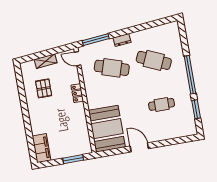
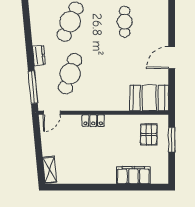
shelving: (46, 61) -> (50, 170), moved
pallet: (44, 88) -> (149, 134), moved, turned 90
booth: (107, 129) -> (149, 98), width x0.73, depth x0.70
filing cabinet: (42, 148) -> (133, 175), moved

